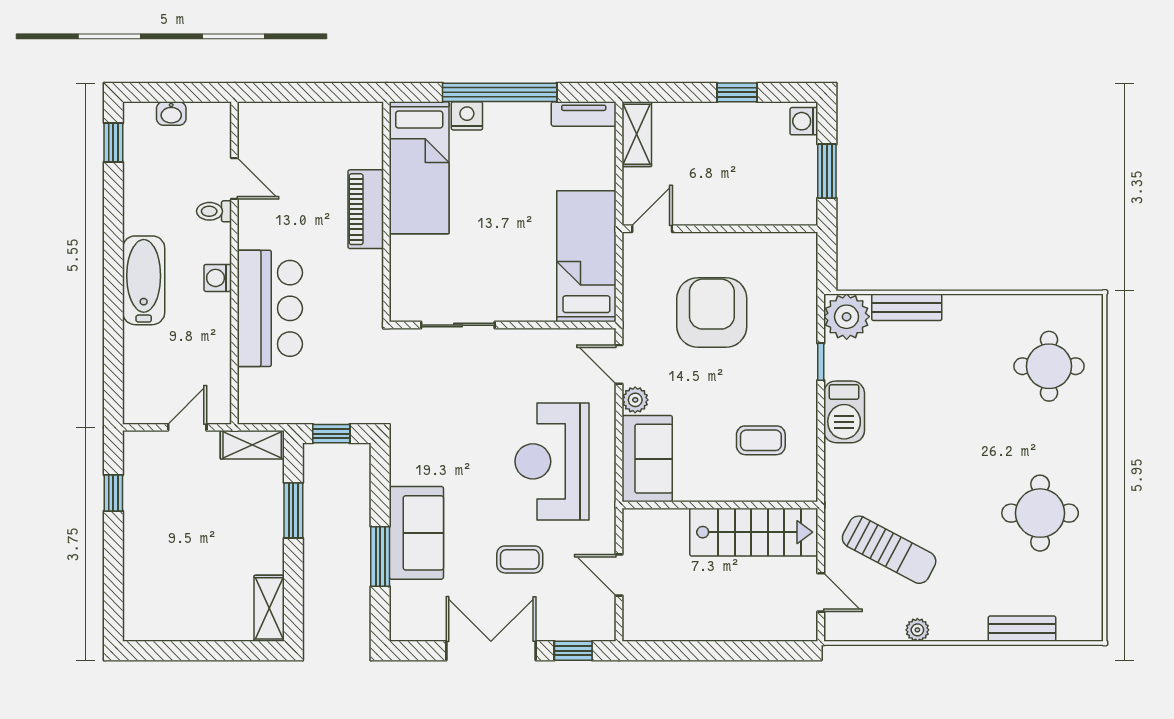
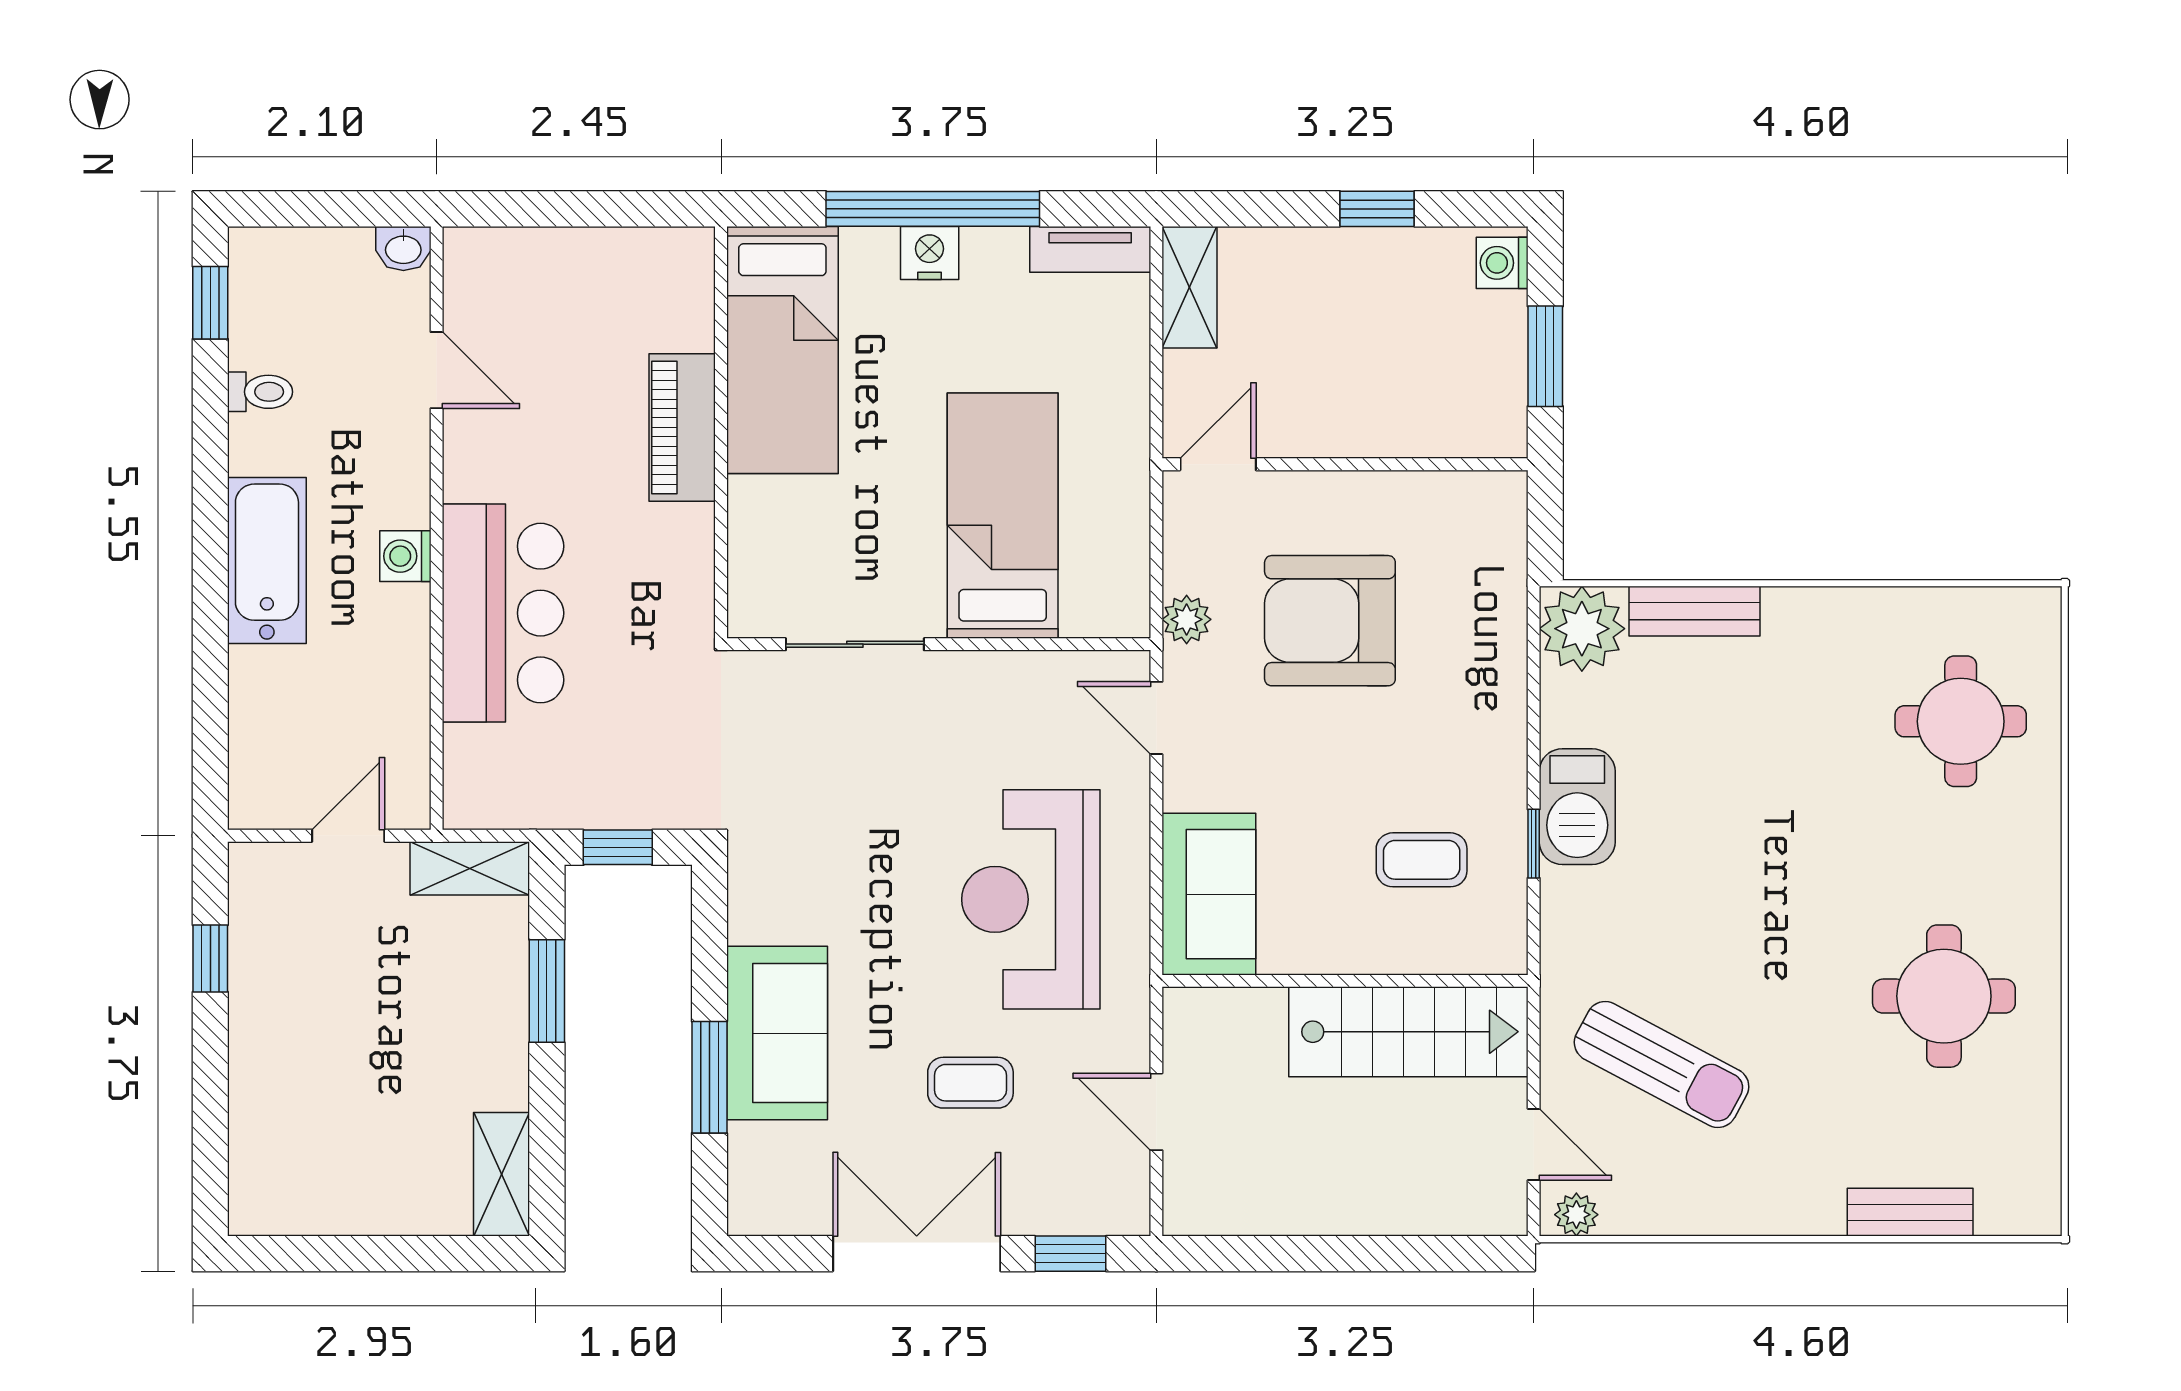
washbasin: (171, 114) -> (403, 249), moved
nightstand: (467, 116) -> (930, 253), moved
toilet: (214, 211) -> (260, 392), moved, turned 180
bed: (586, 256) -> (1003, 516), moved
armchair: (712, 312) -> (1330, 621), turned -90
window: (821, 362) -> (1534, 844), moved
plant: (635, 400) -> (1187, 619), moved
plant: (917, 630) -> (1576, 1215), moved

